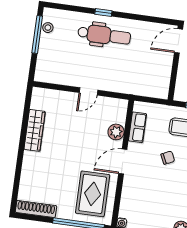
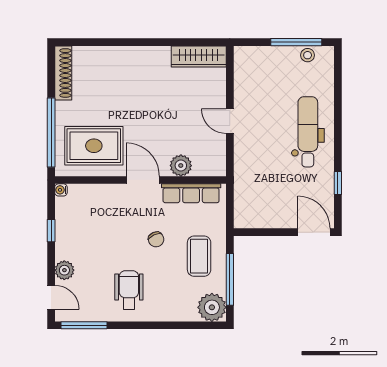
window: (103, 13) -> (338, 183), moved
dental chair: (104, 35) -> (308, 132), turned 180
row of seats: (137, 127) -> (191, 193), width x1.48
wardrobe: (35, 130) -> (199, 57), moved

